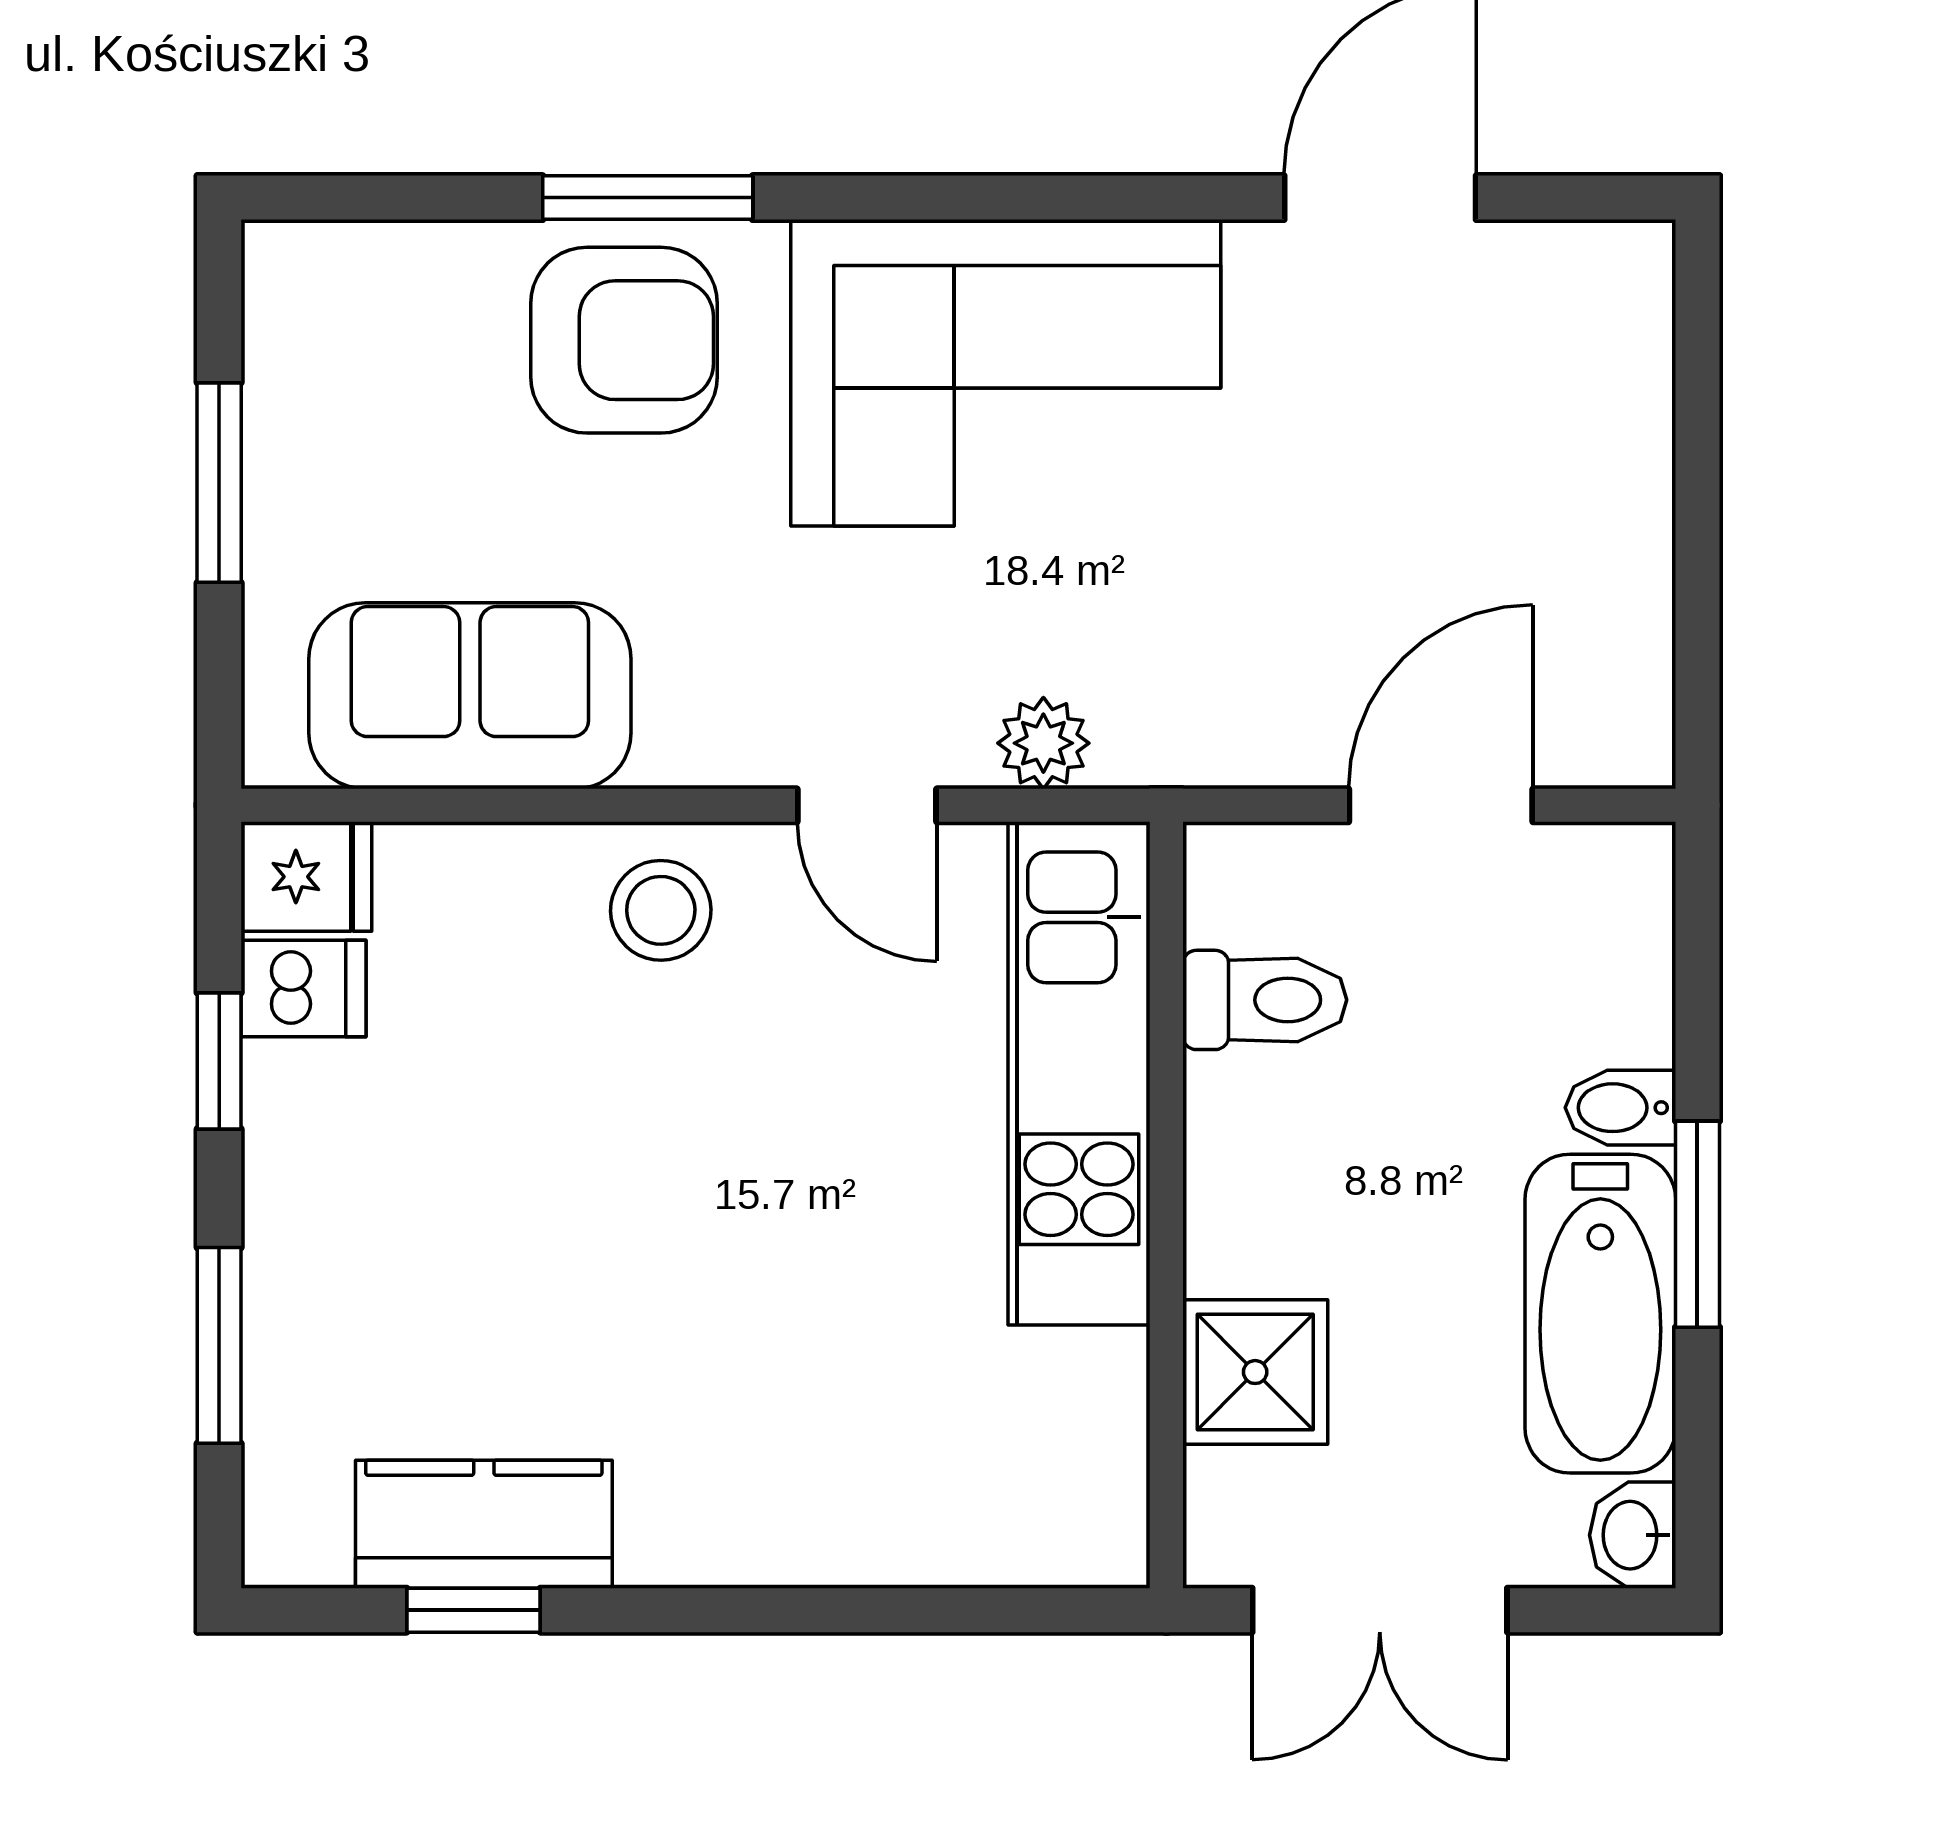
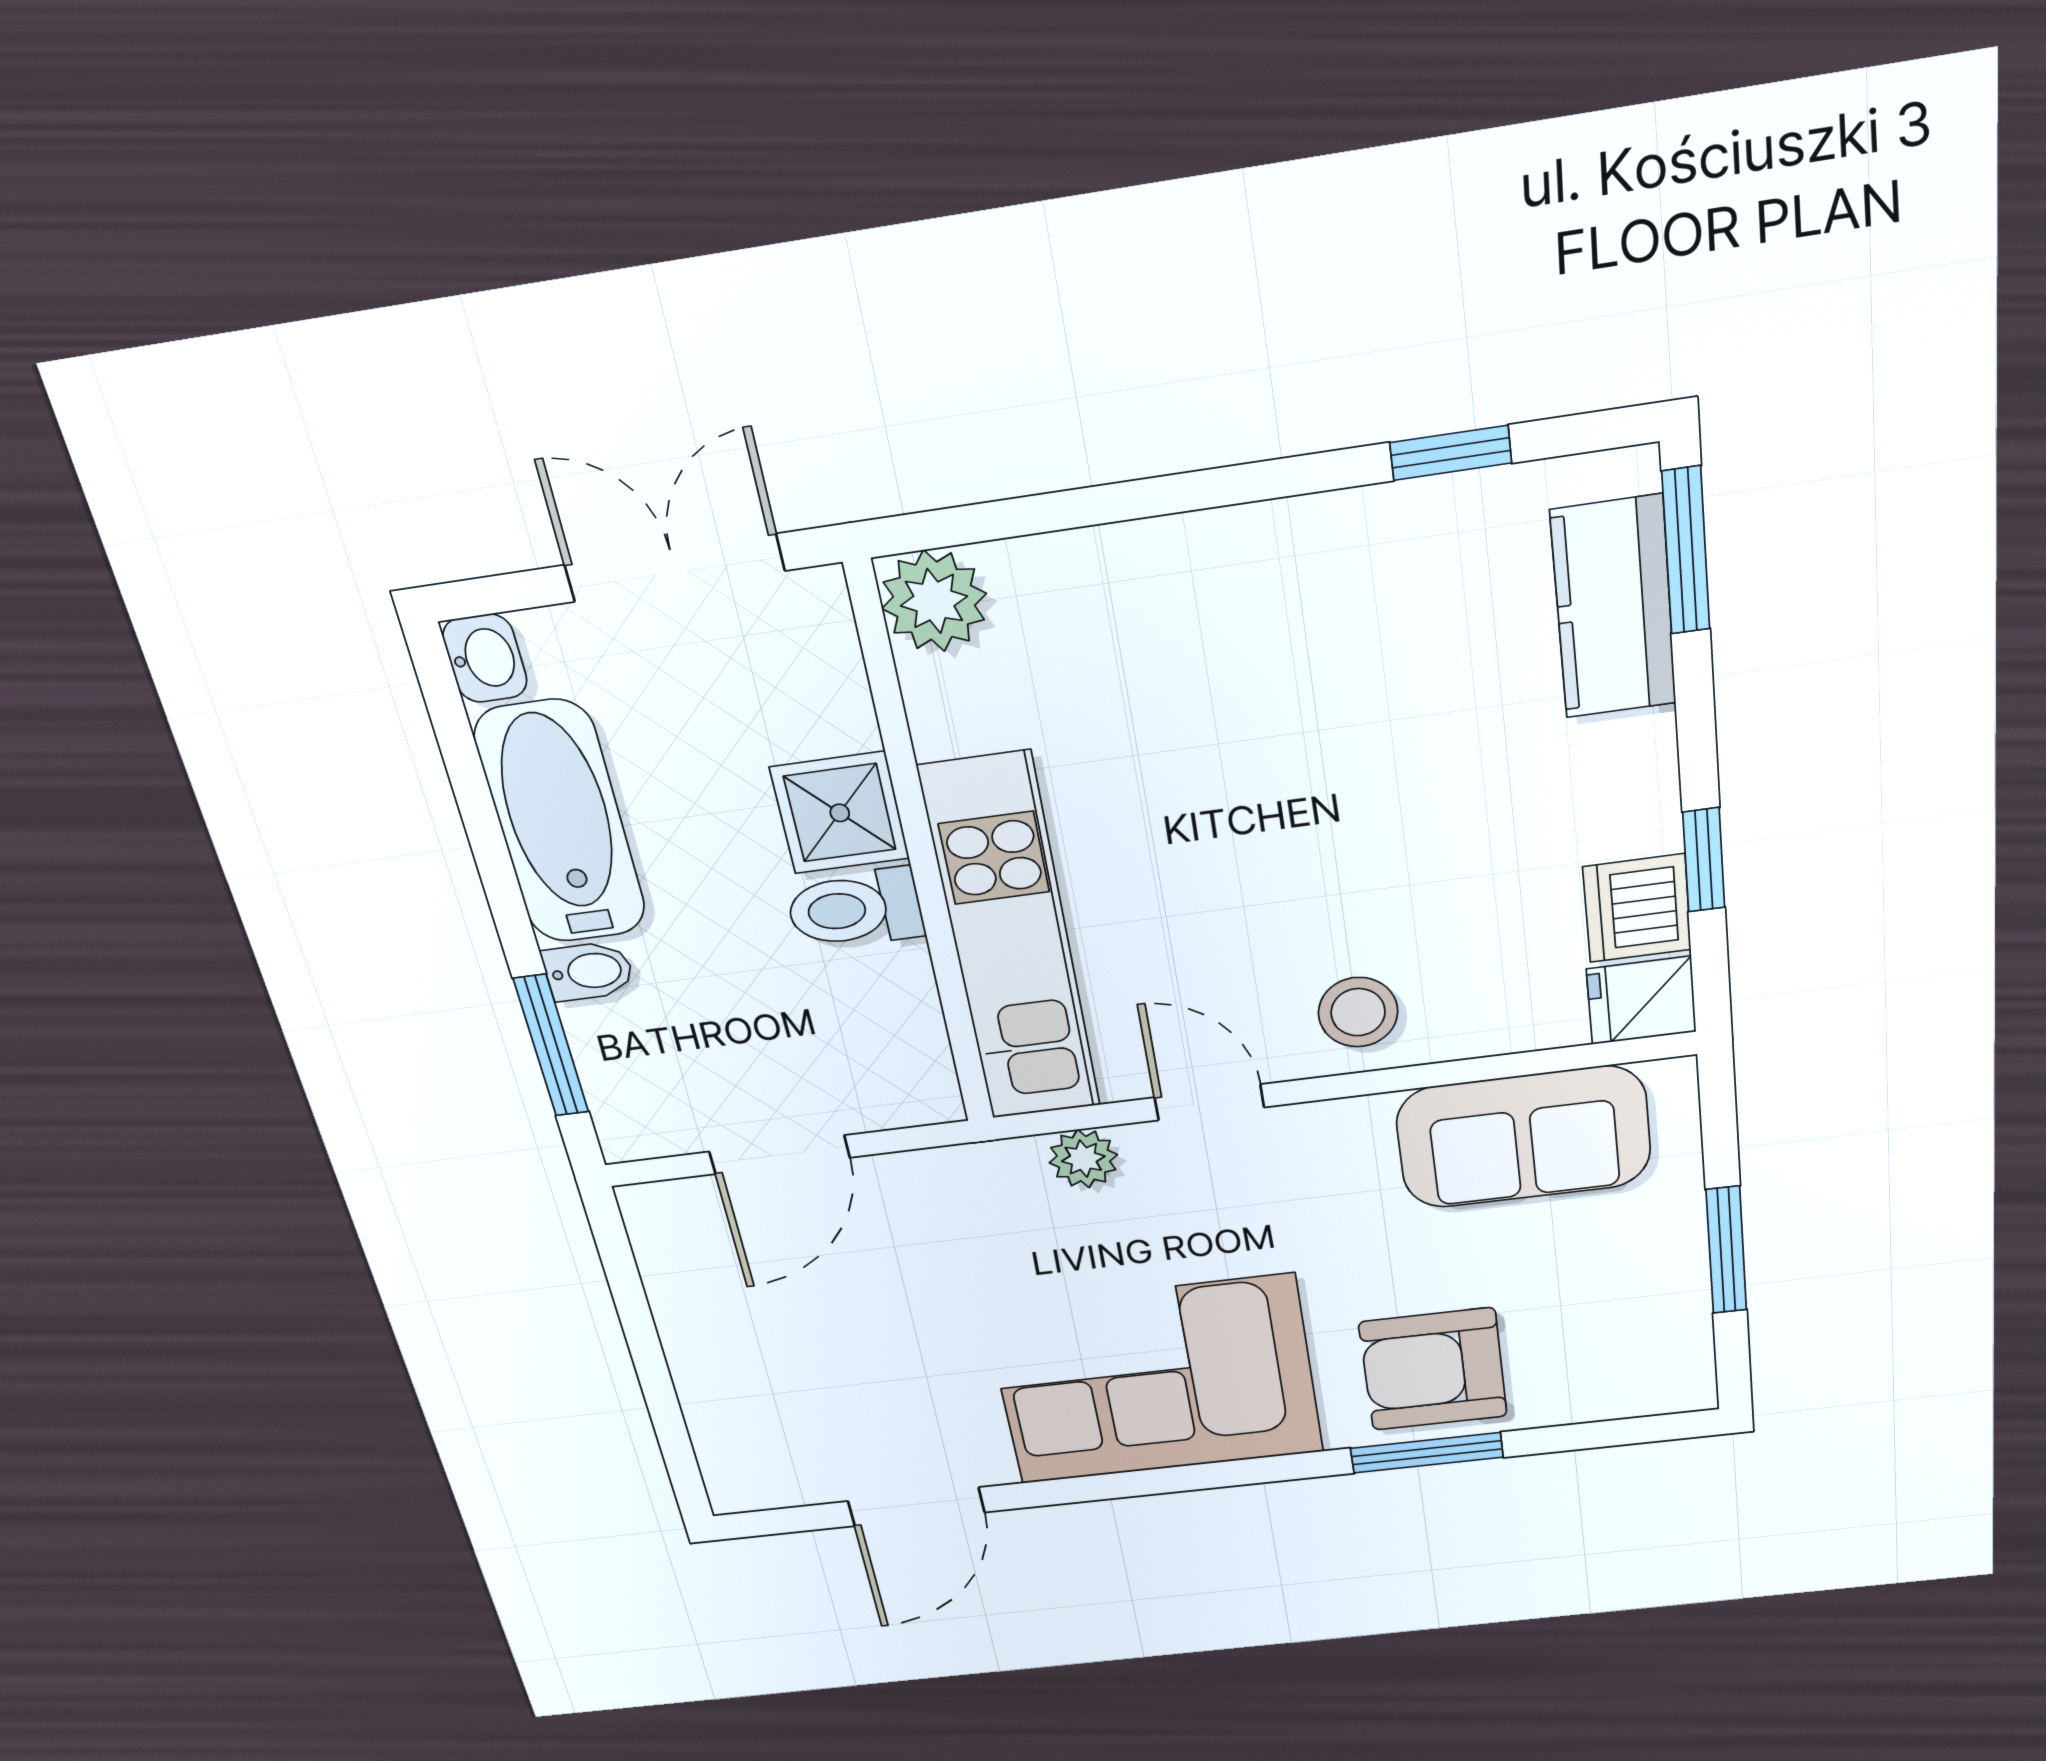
dishwasher: (303, 988) -> (1637, 908), width x1.38
toilet: (1265, 1000) -> (855, 909), moved
window: (1697, 1224) -> (551, 1046), moved
window: (219, 1345) -> (1686, 551), moved
shower: (1255, 1372) -> (840, 813), moved
kitchen counter: (484, 1524) -> (1614, 608), moved, turned 90
plant: (1087, 1525) -> (934, 601), added

